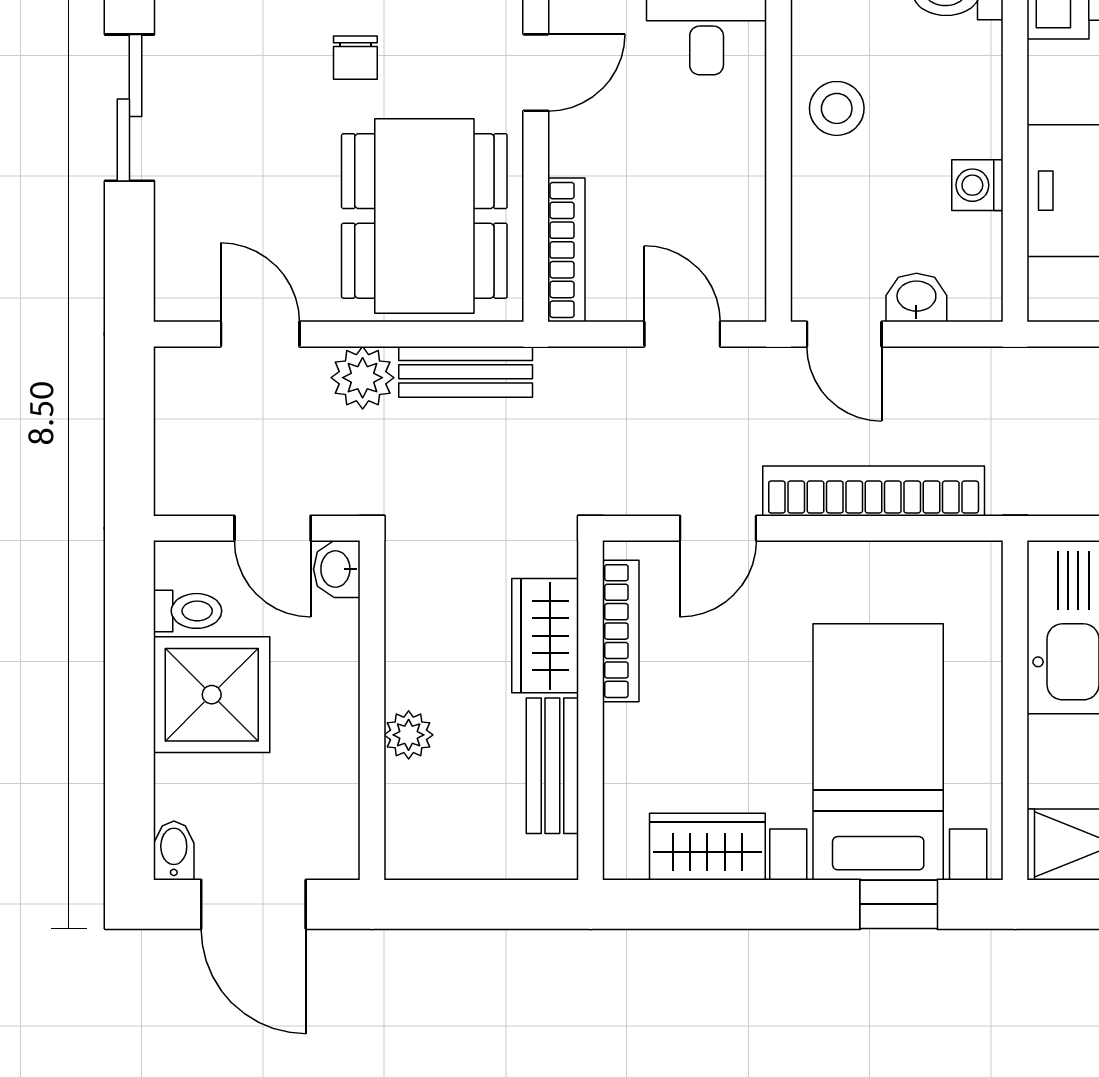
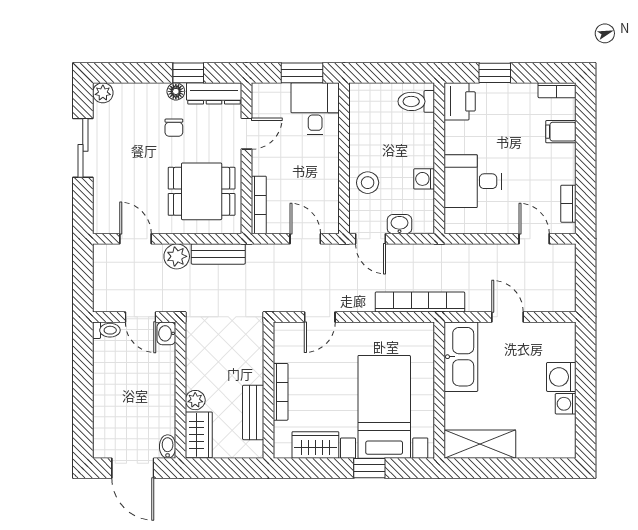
stool: (837, 108) -> (368, 183), moved
dining table: (424, 216) -> (202, 191), width x0.73
bookcase: (874, 491) -> (420, 302), moved
toilet: (188, 611) -> (106, 330), moved
bookcase: (621, 631) -> (281, 392), moved
wardrobe: (545, 636) -> (199, 435), moved, turned 180
shower: (212, 695) -> (116, 384), removed
bidet: (174, 851) -> (168, 447), moved
window: (899, 904) -> (369, 468), moved

